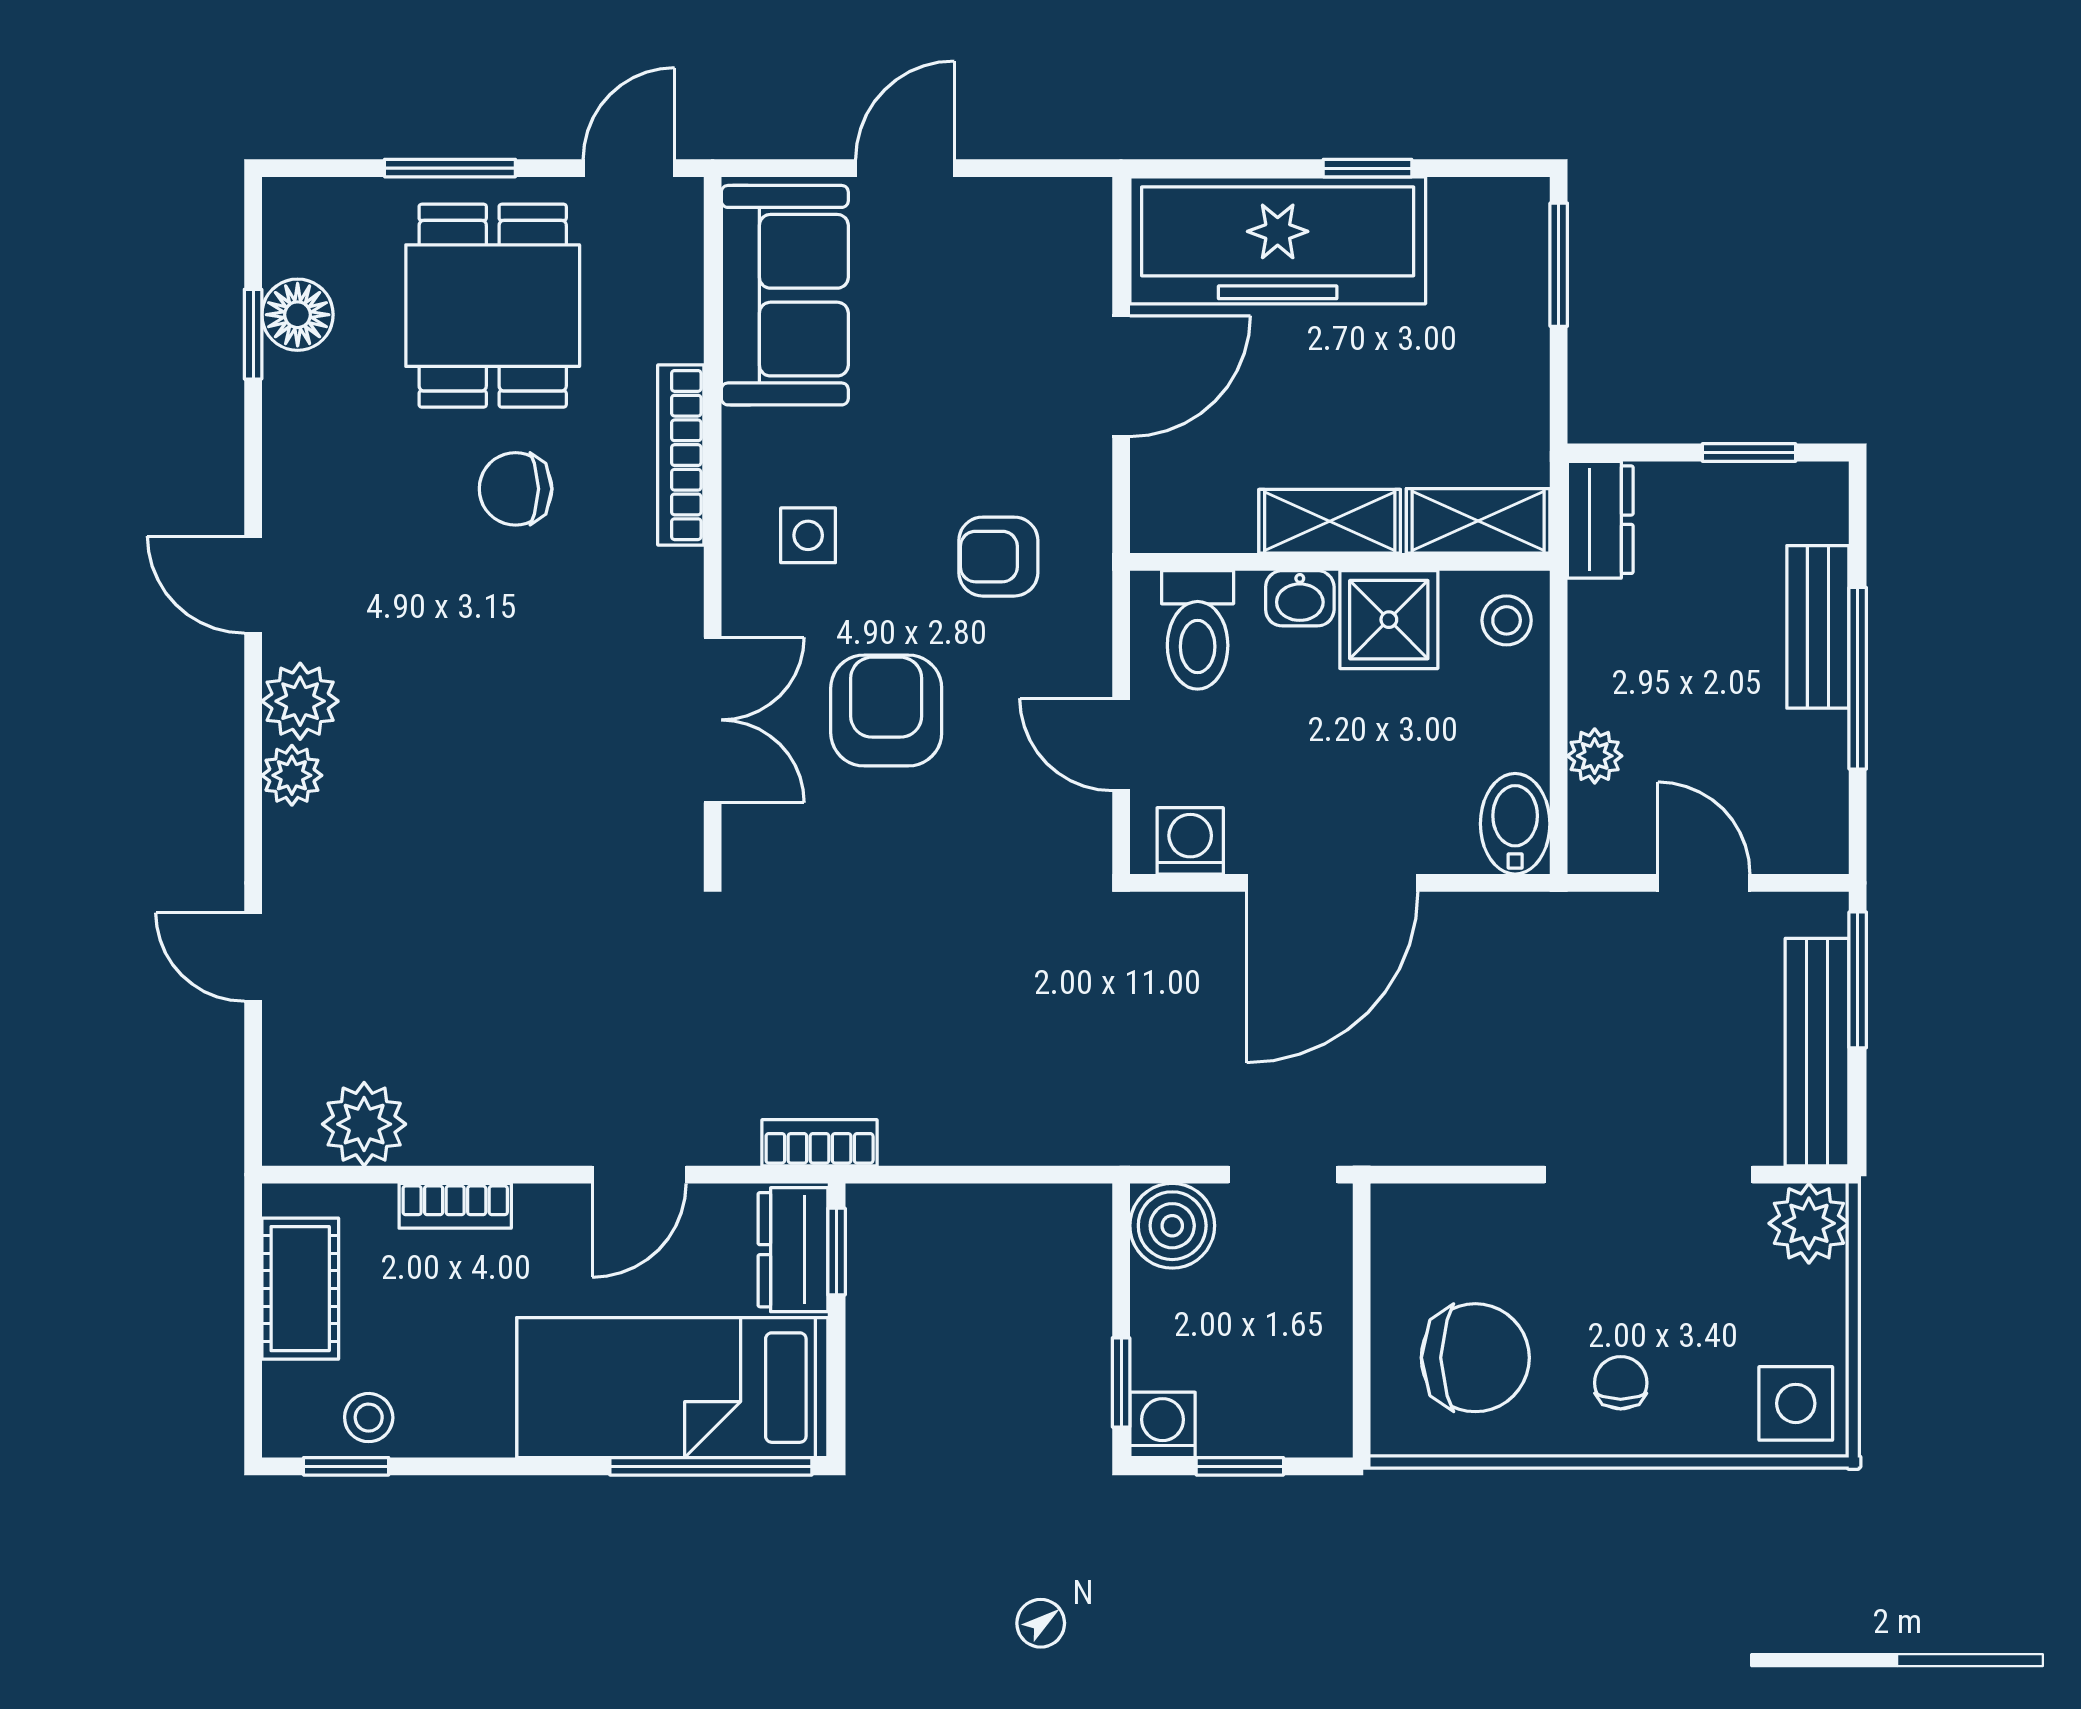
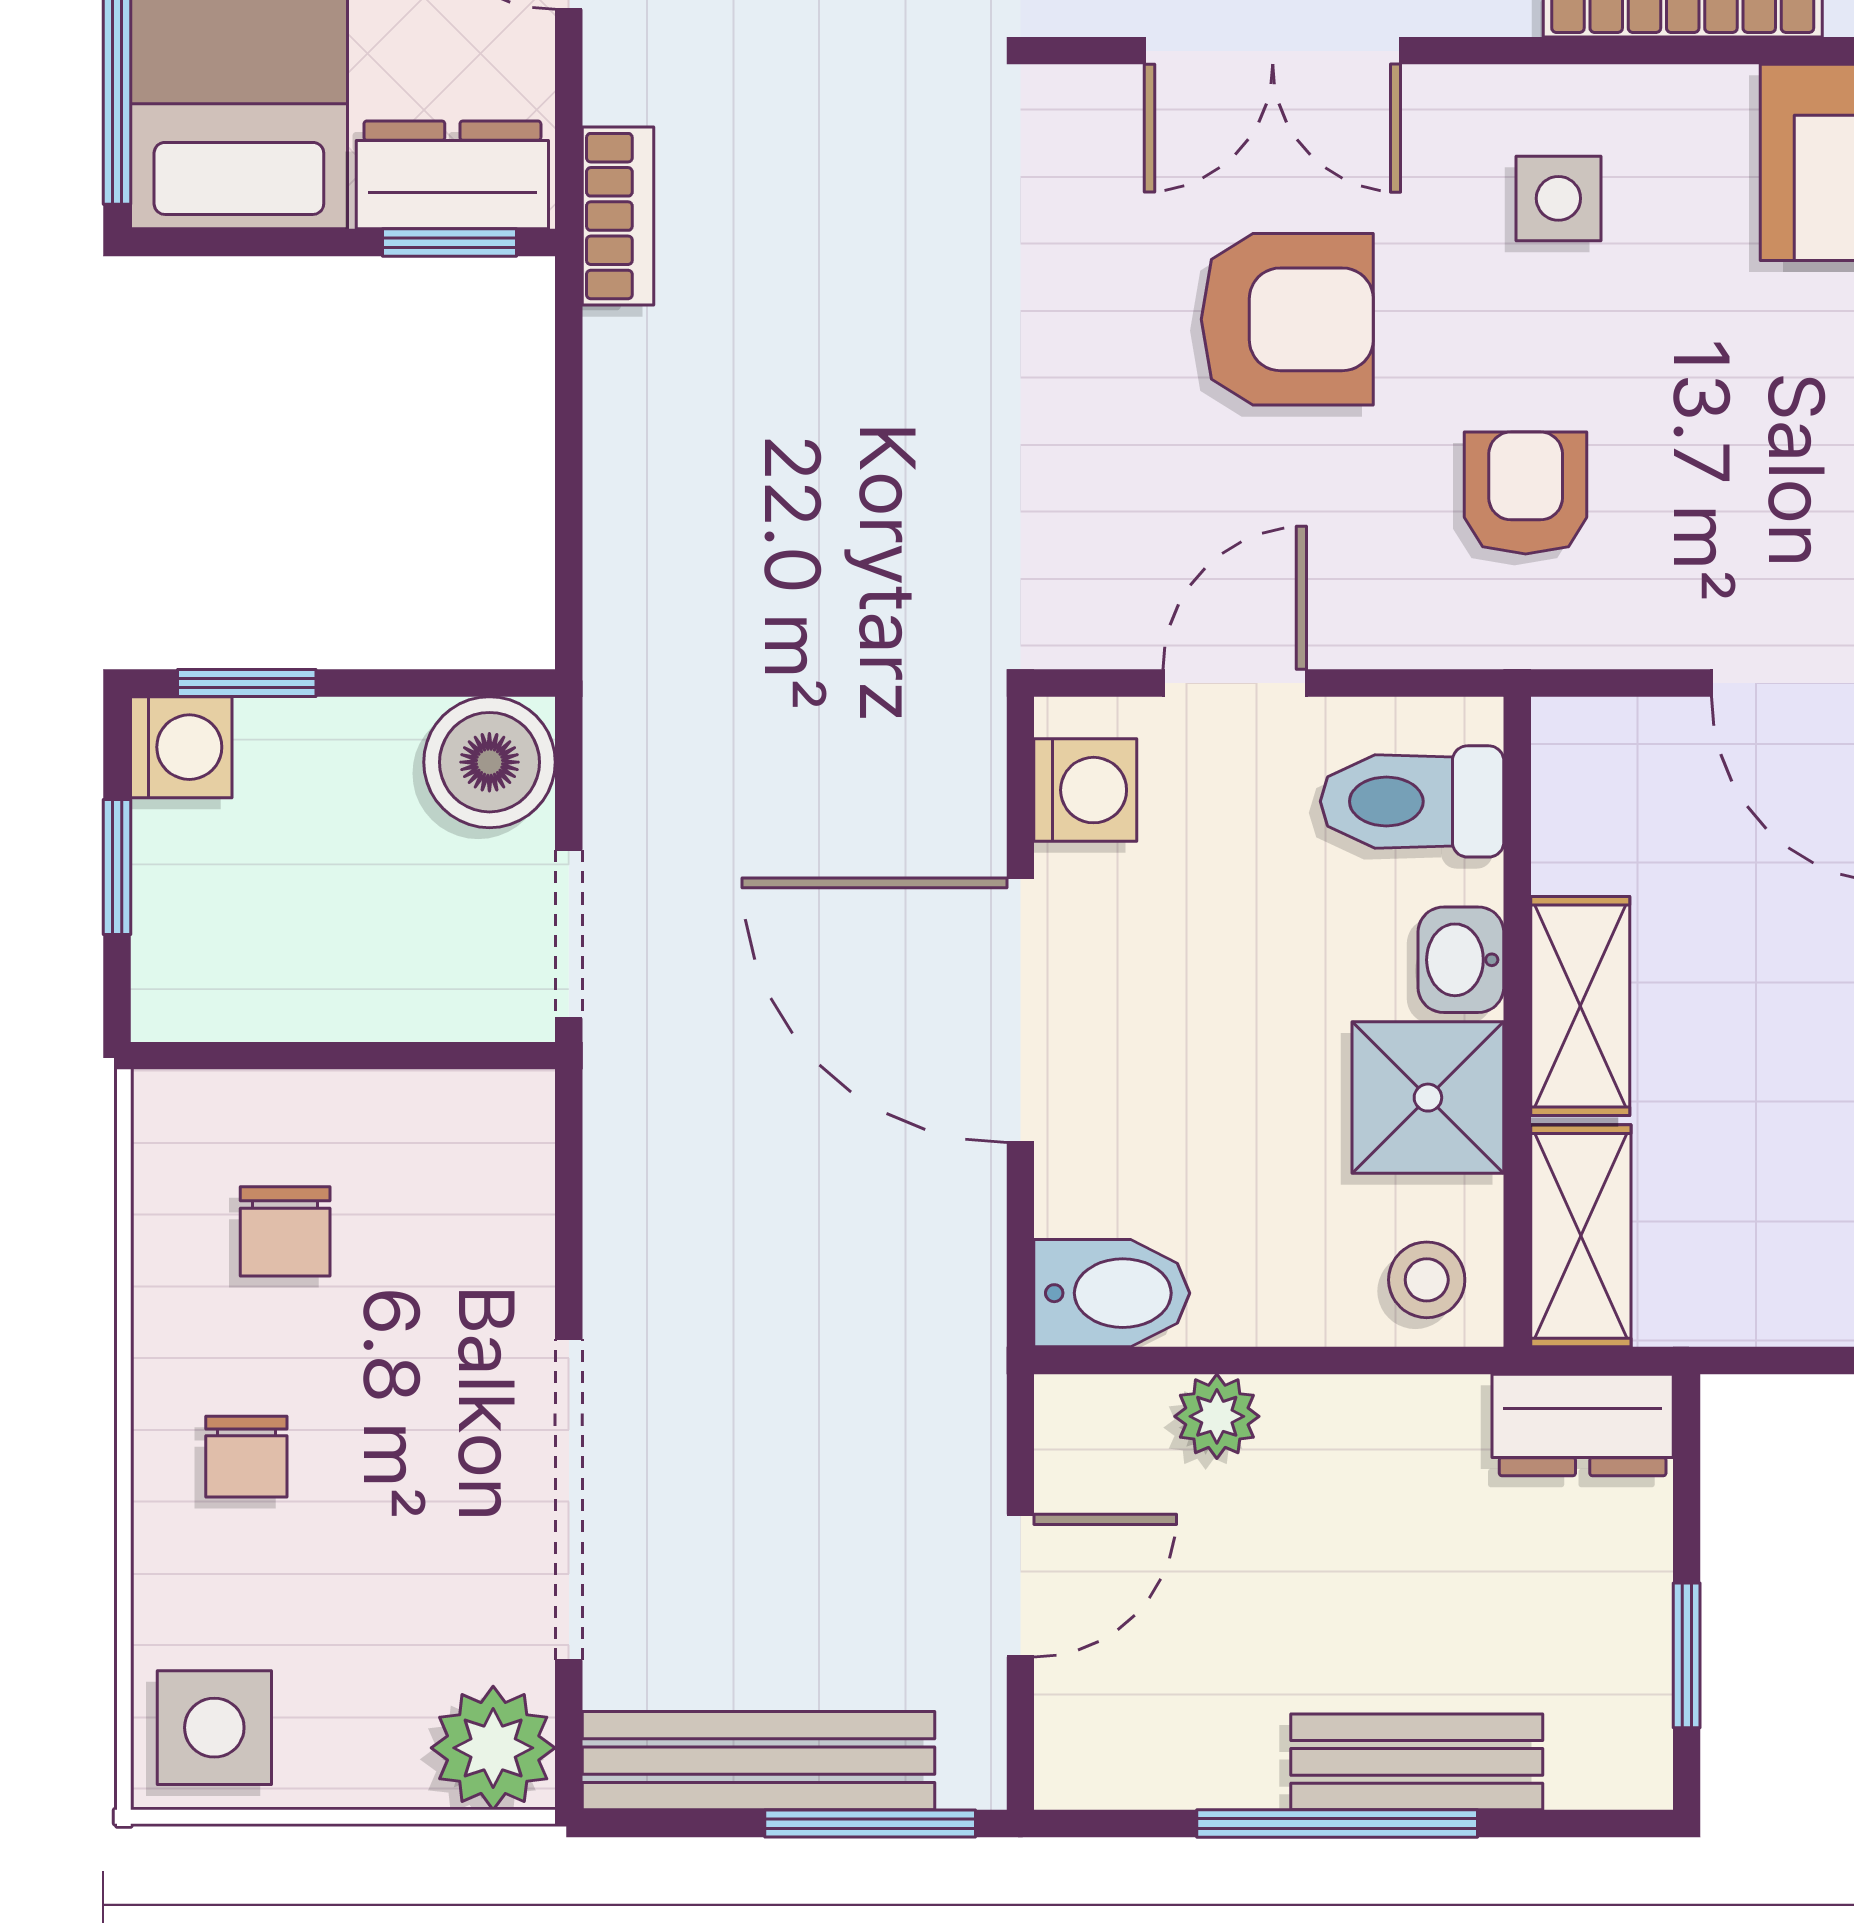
chair: (1475, 1358) -> (285, 1231), width x0.54, depth x0.54
chair: (1621, 1383) -> (246, 1457), turned 90

